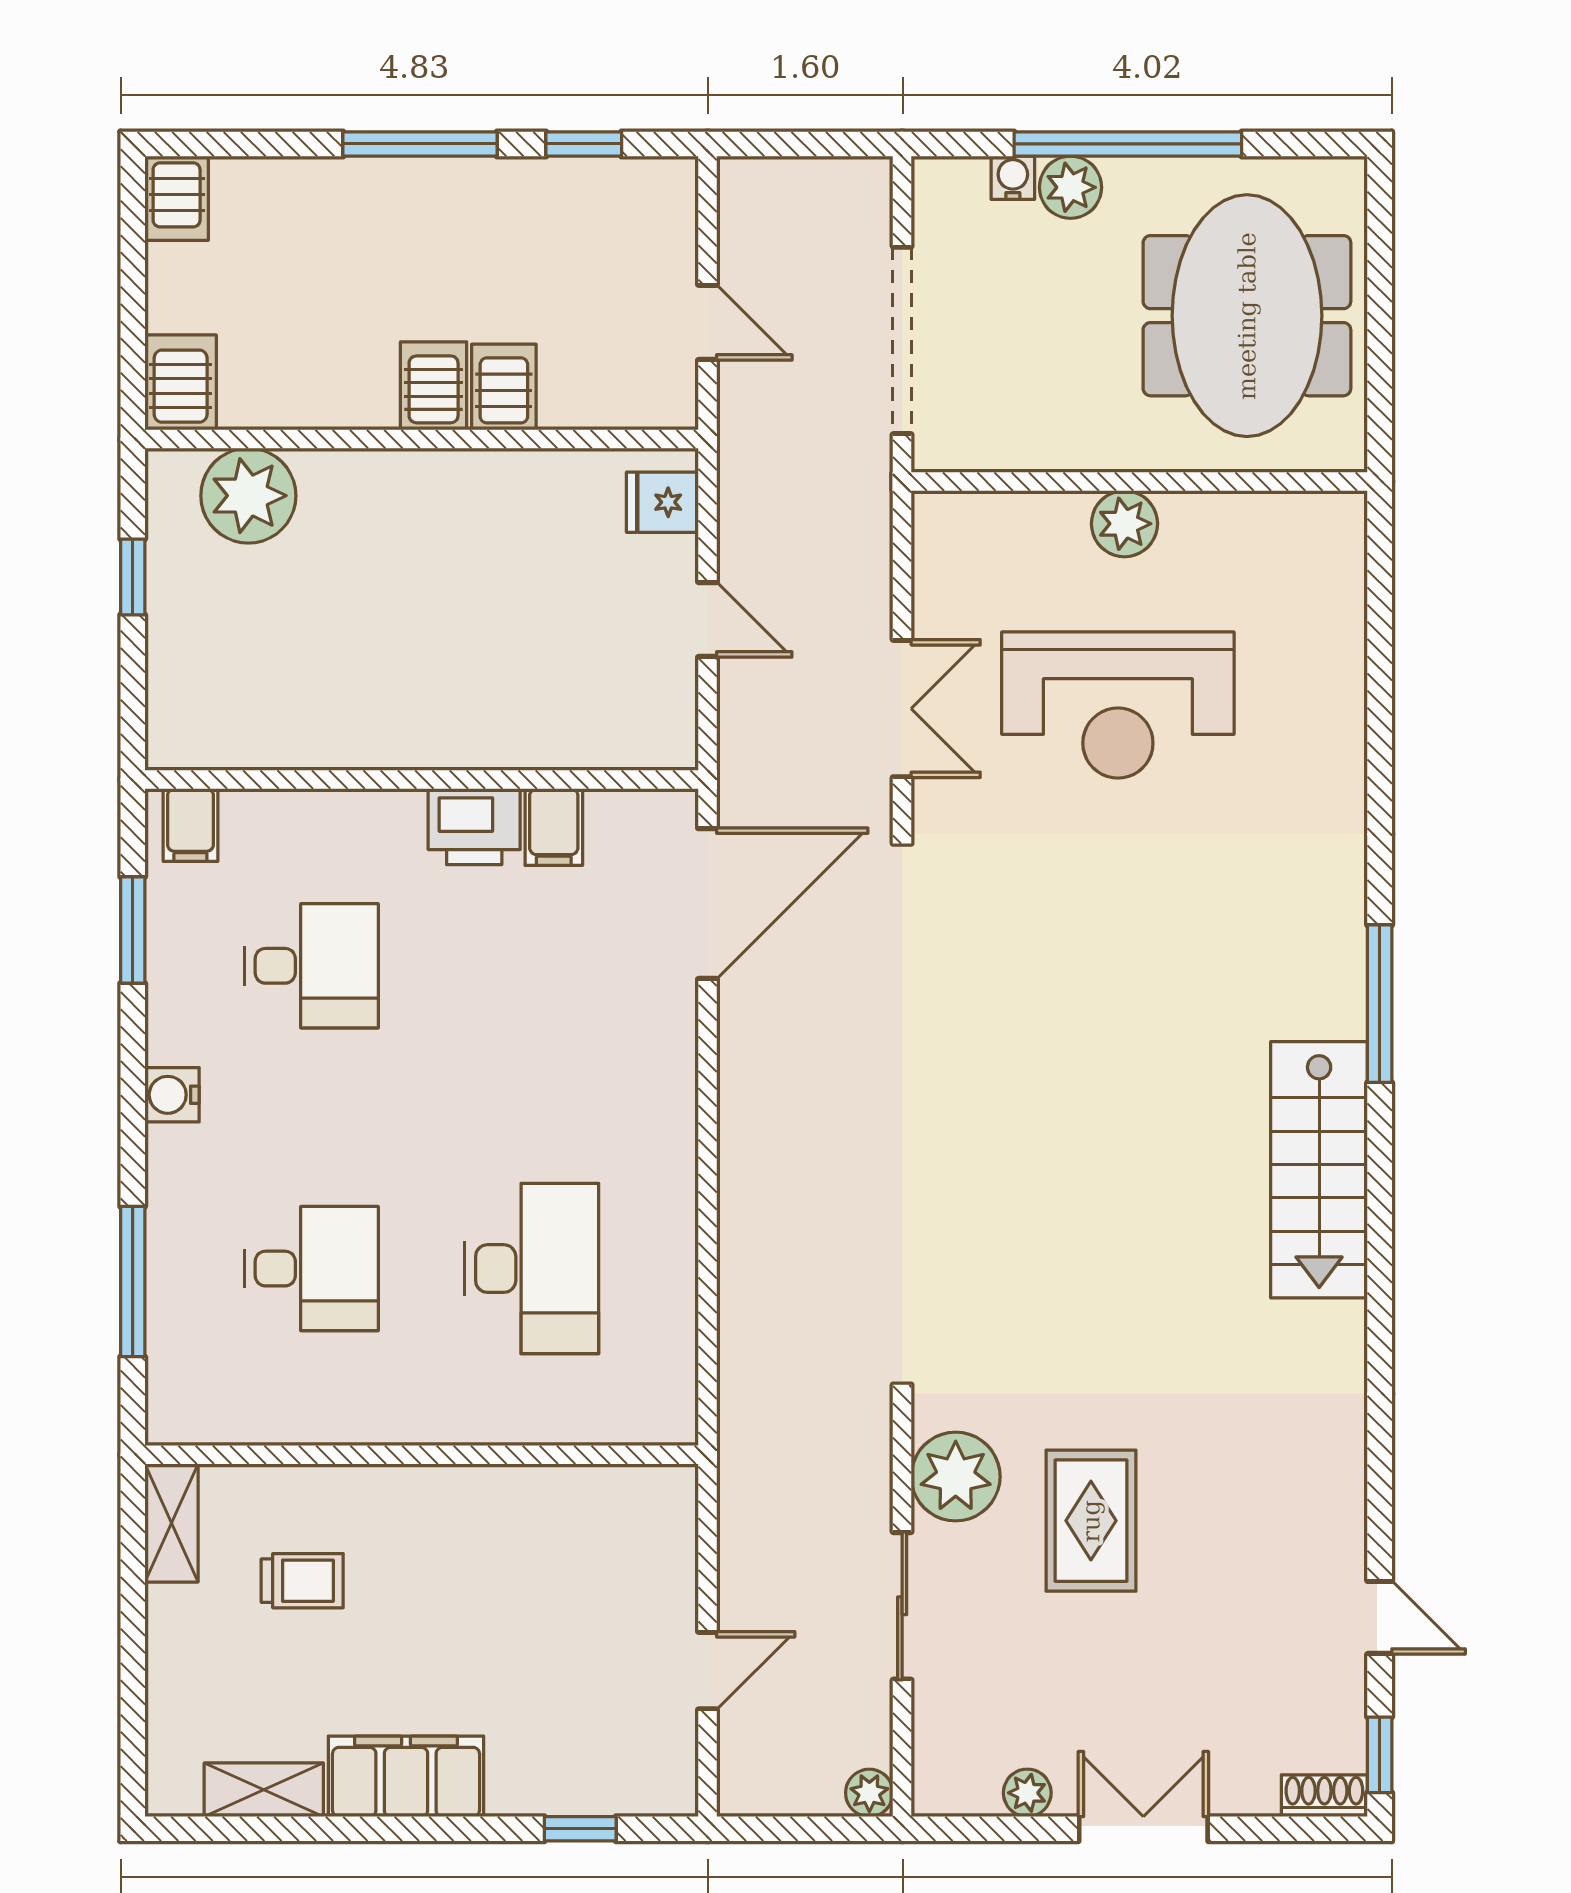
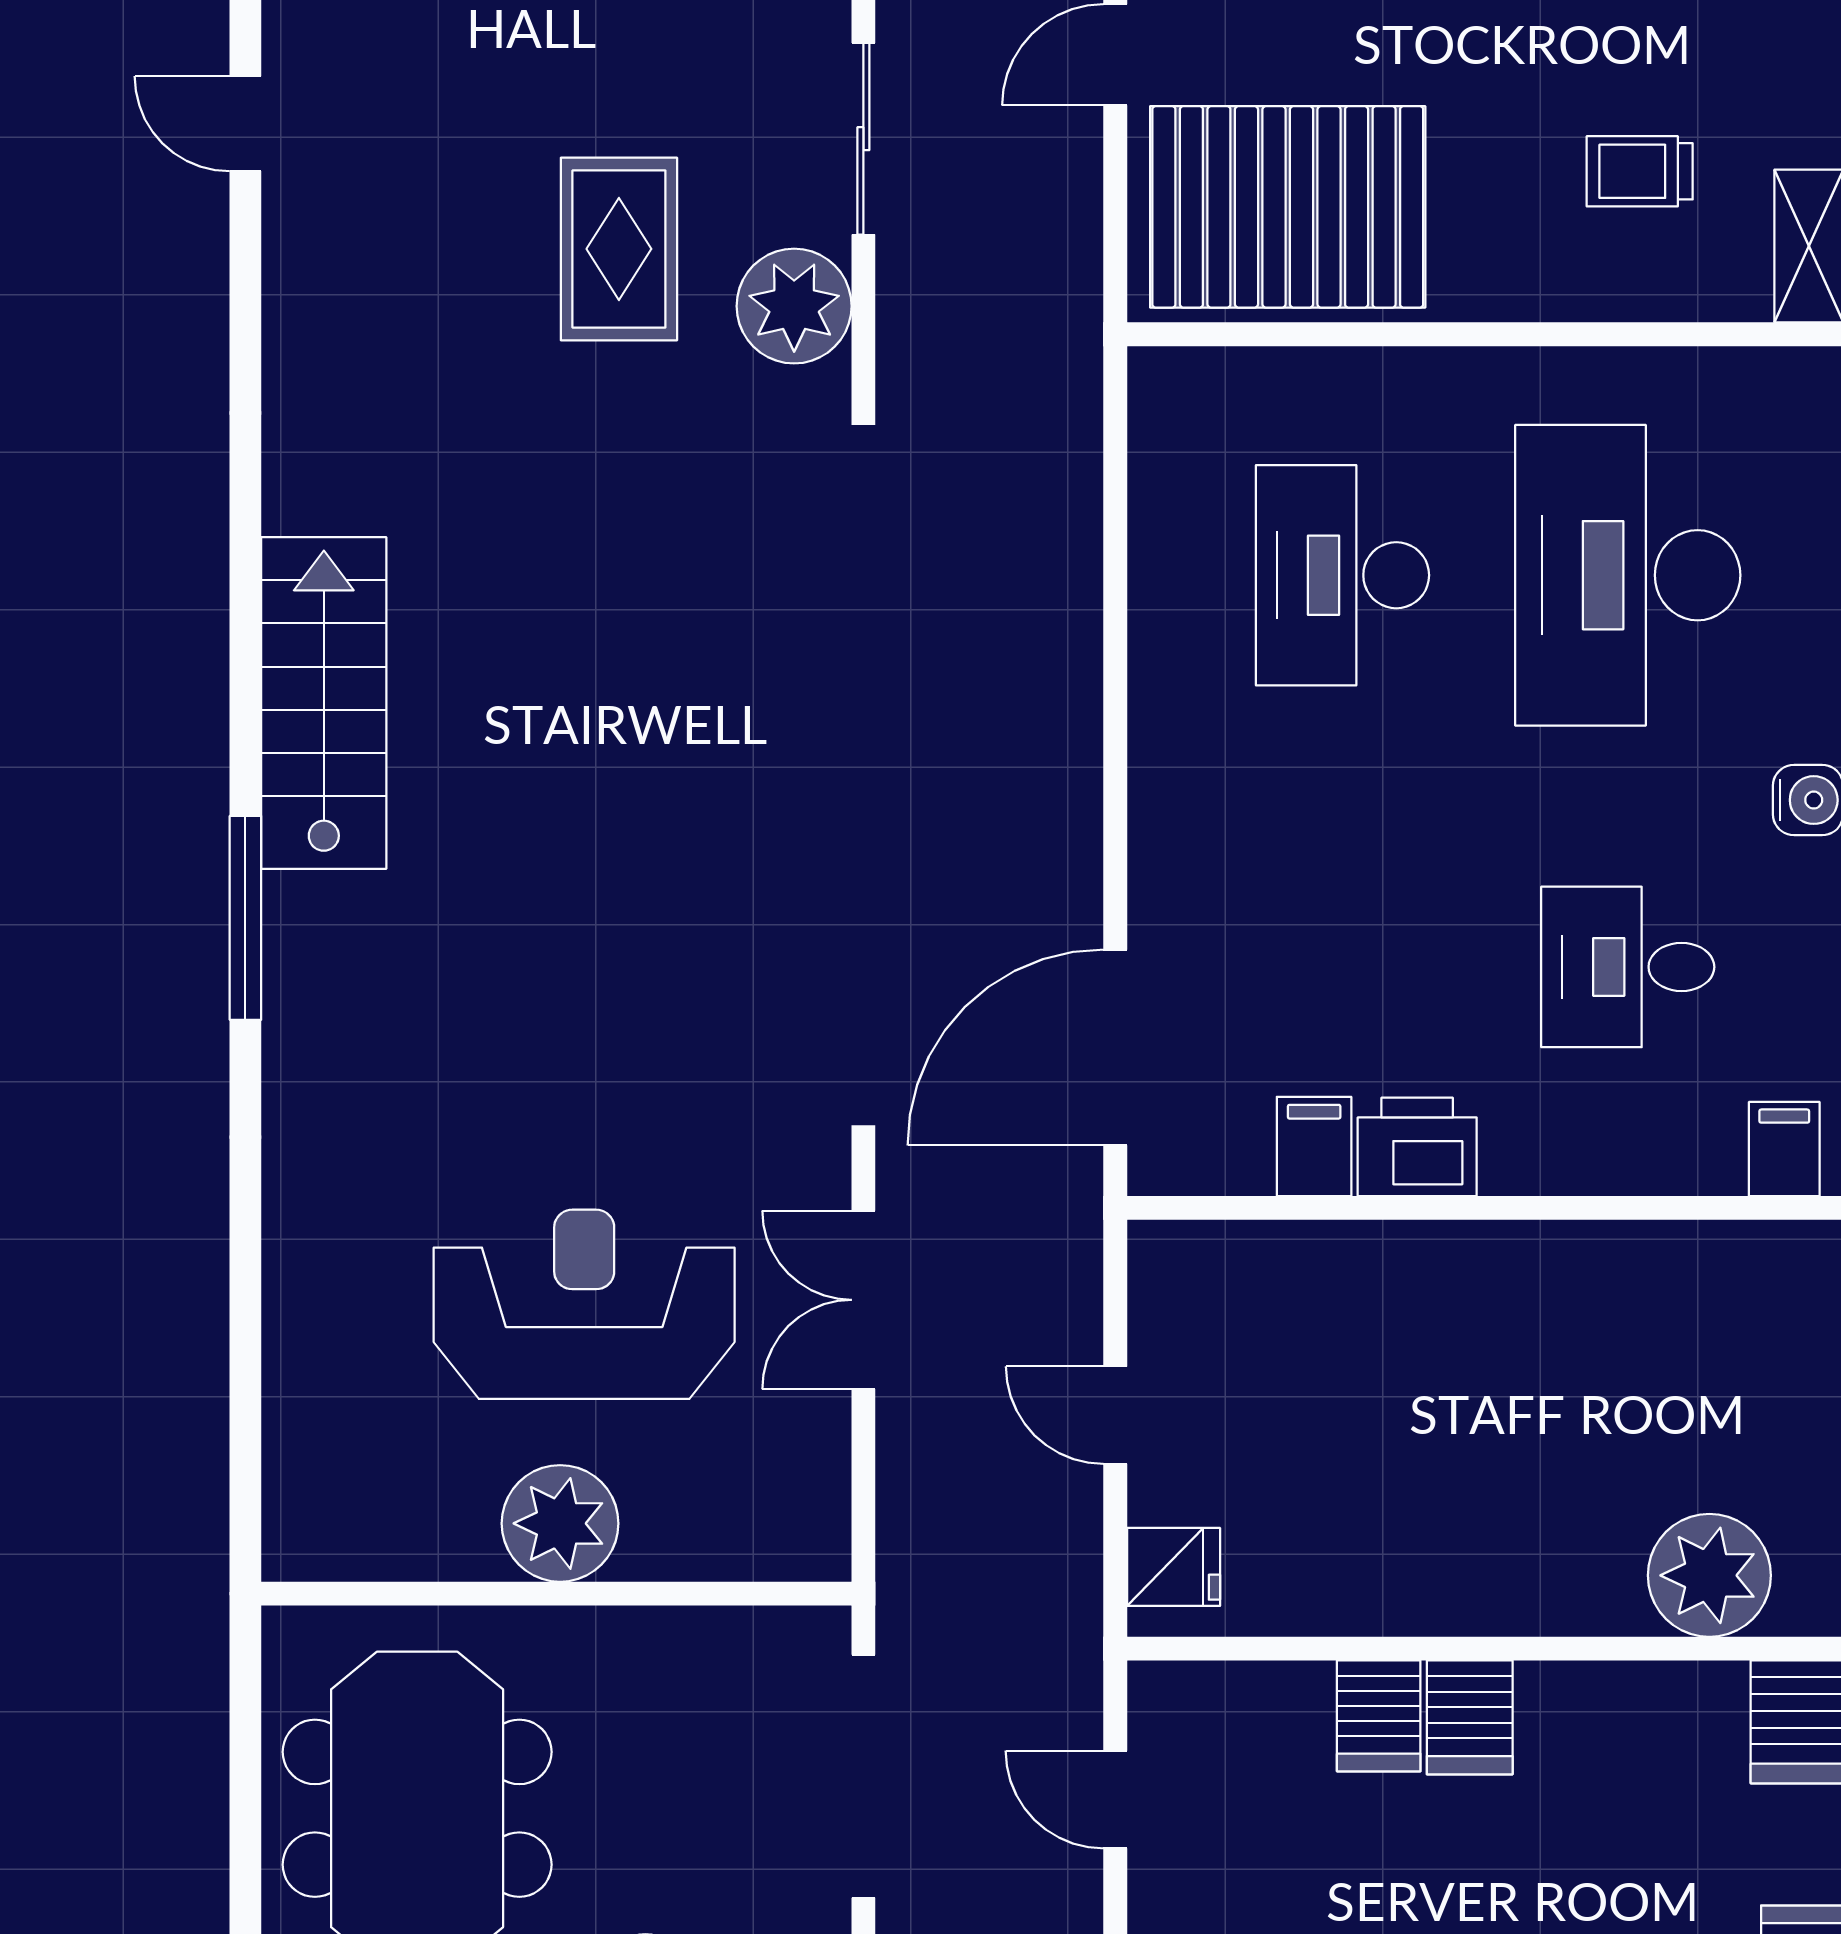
plant: (1124, 524) -> (560, 1523), width x1.36, depth x1.36
desk: (311, 1269) -> (1628, 575), width x1.87, depth x1.30
pallet: (574, 1553) -> (1288, 207), added

